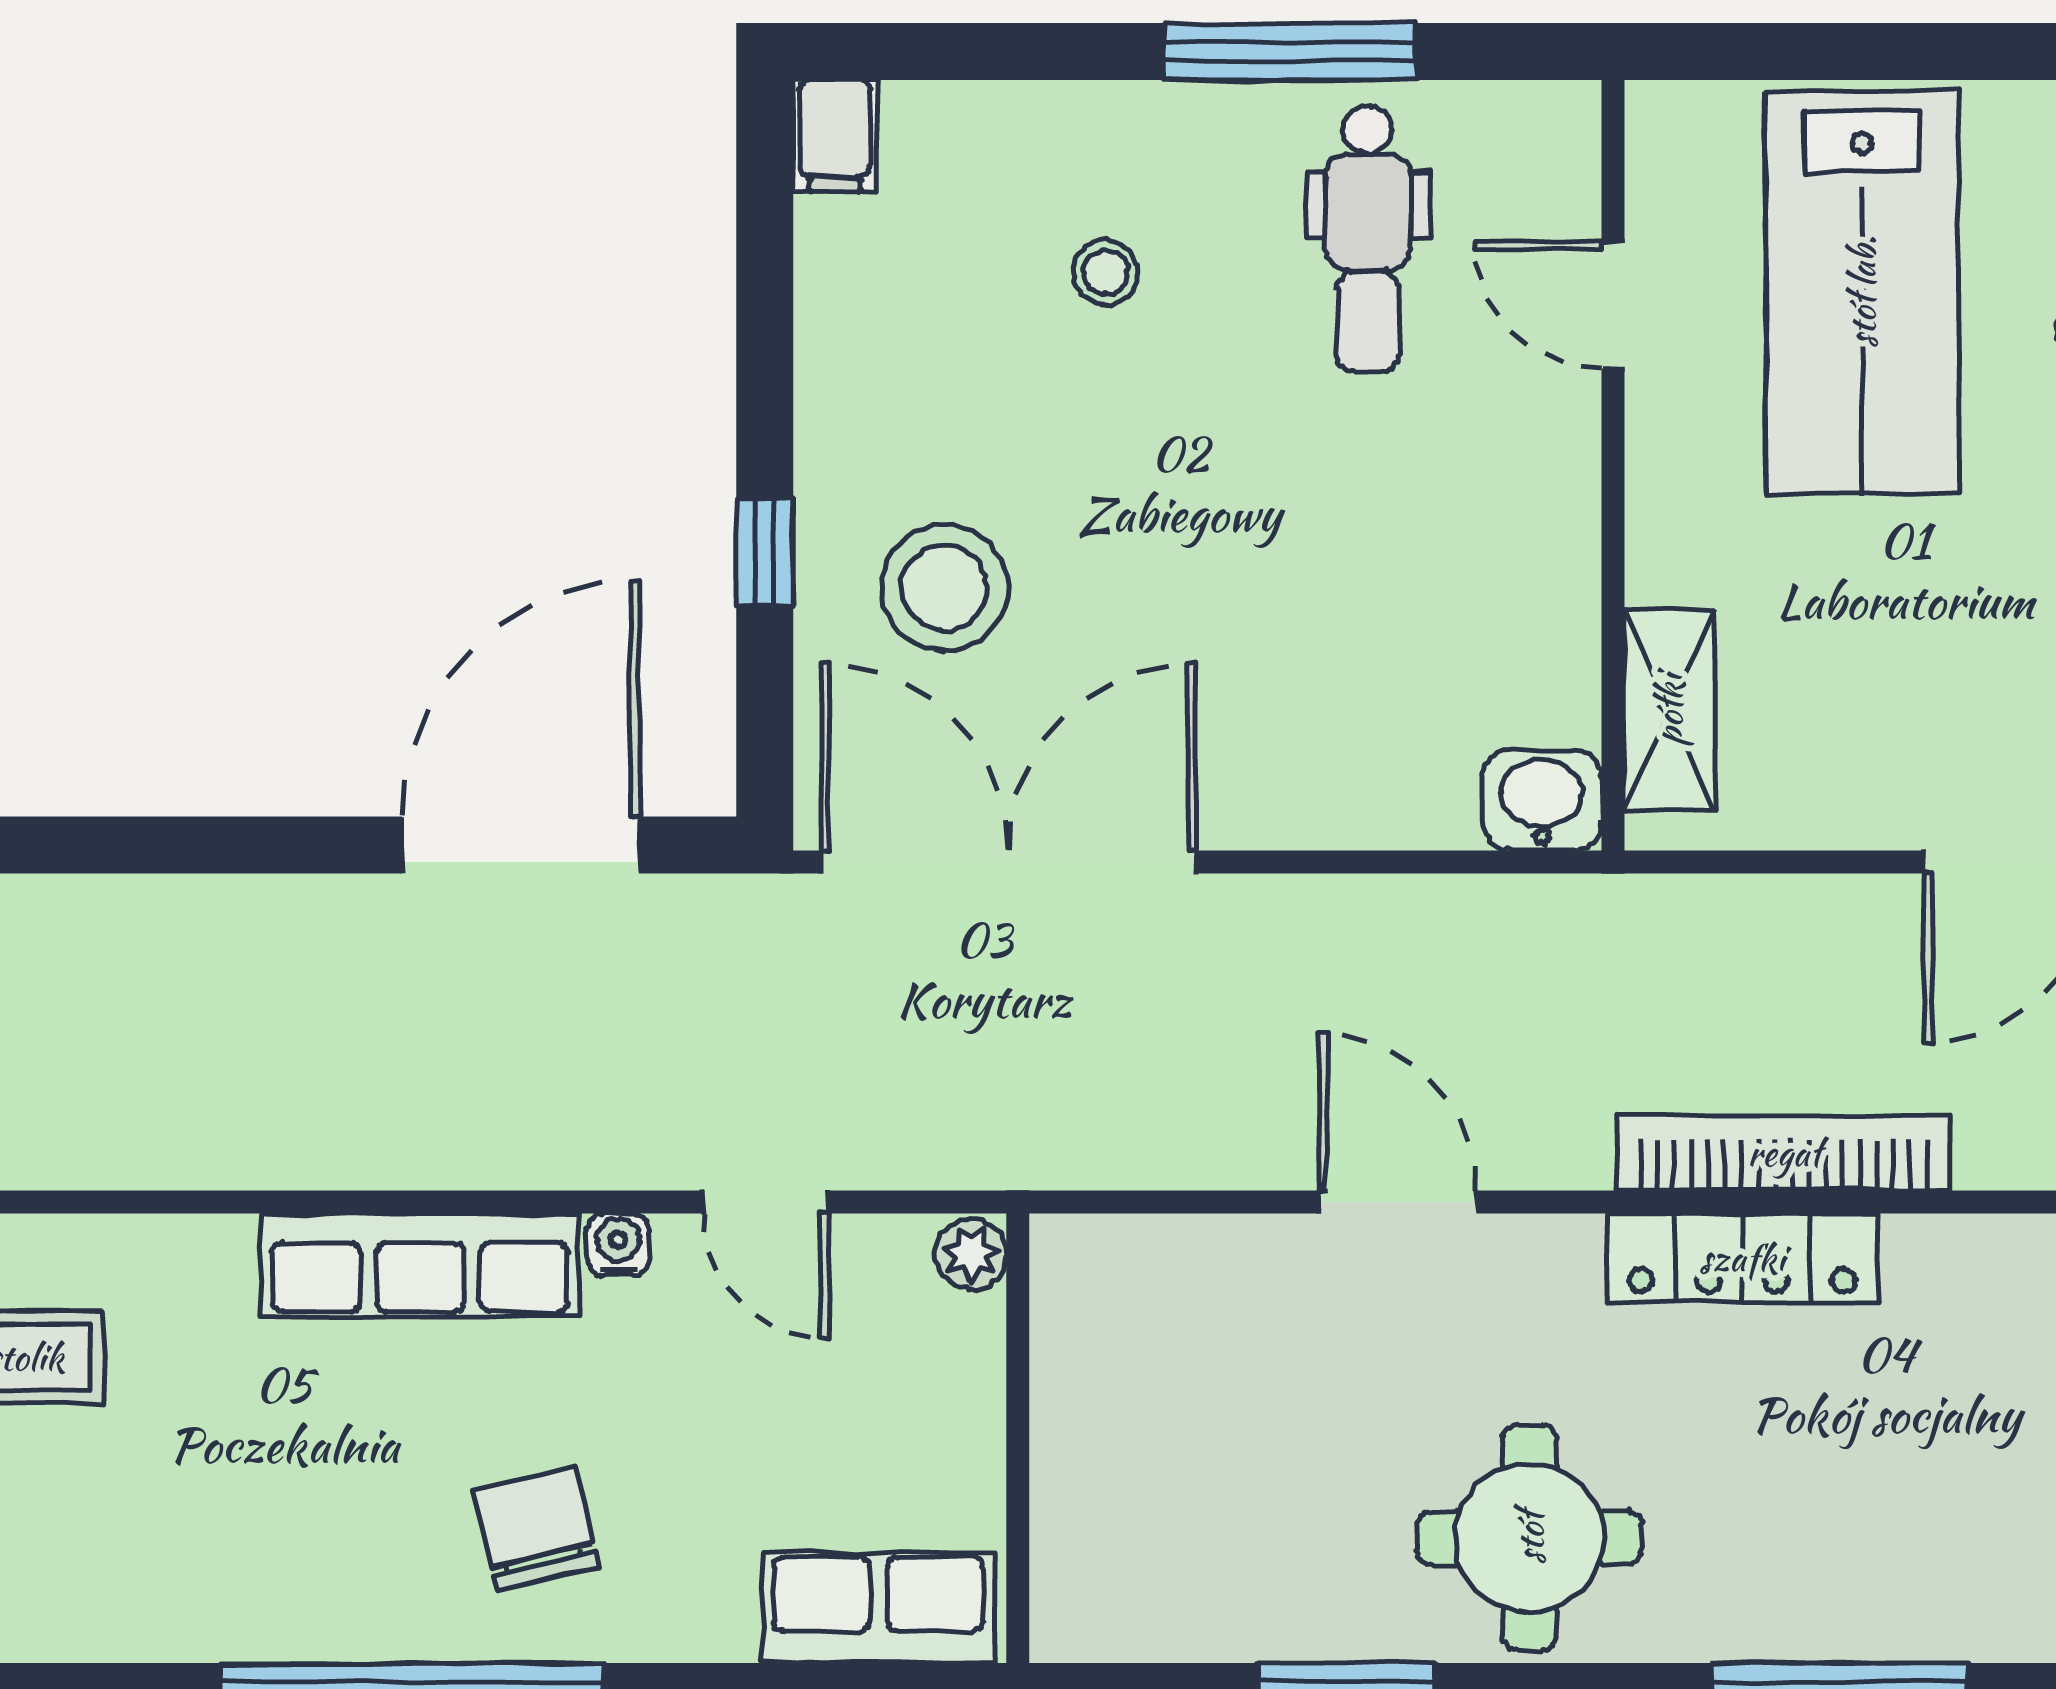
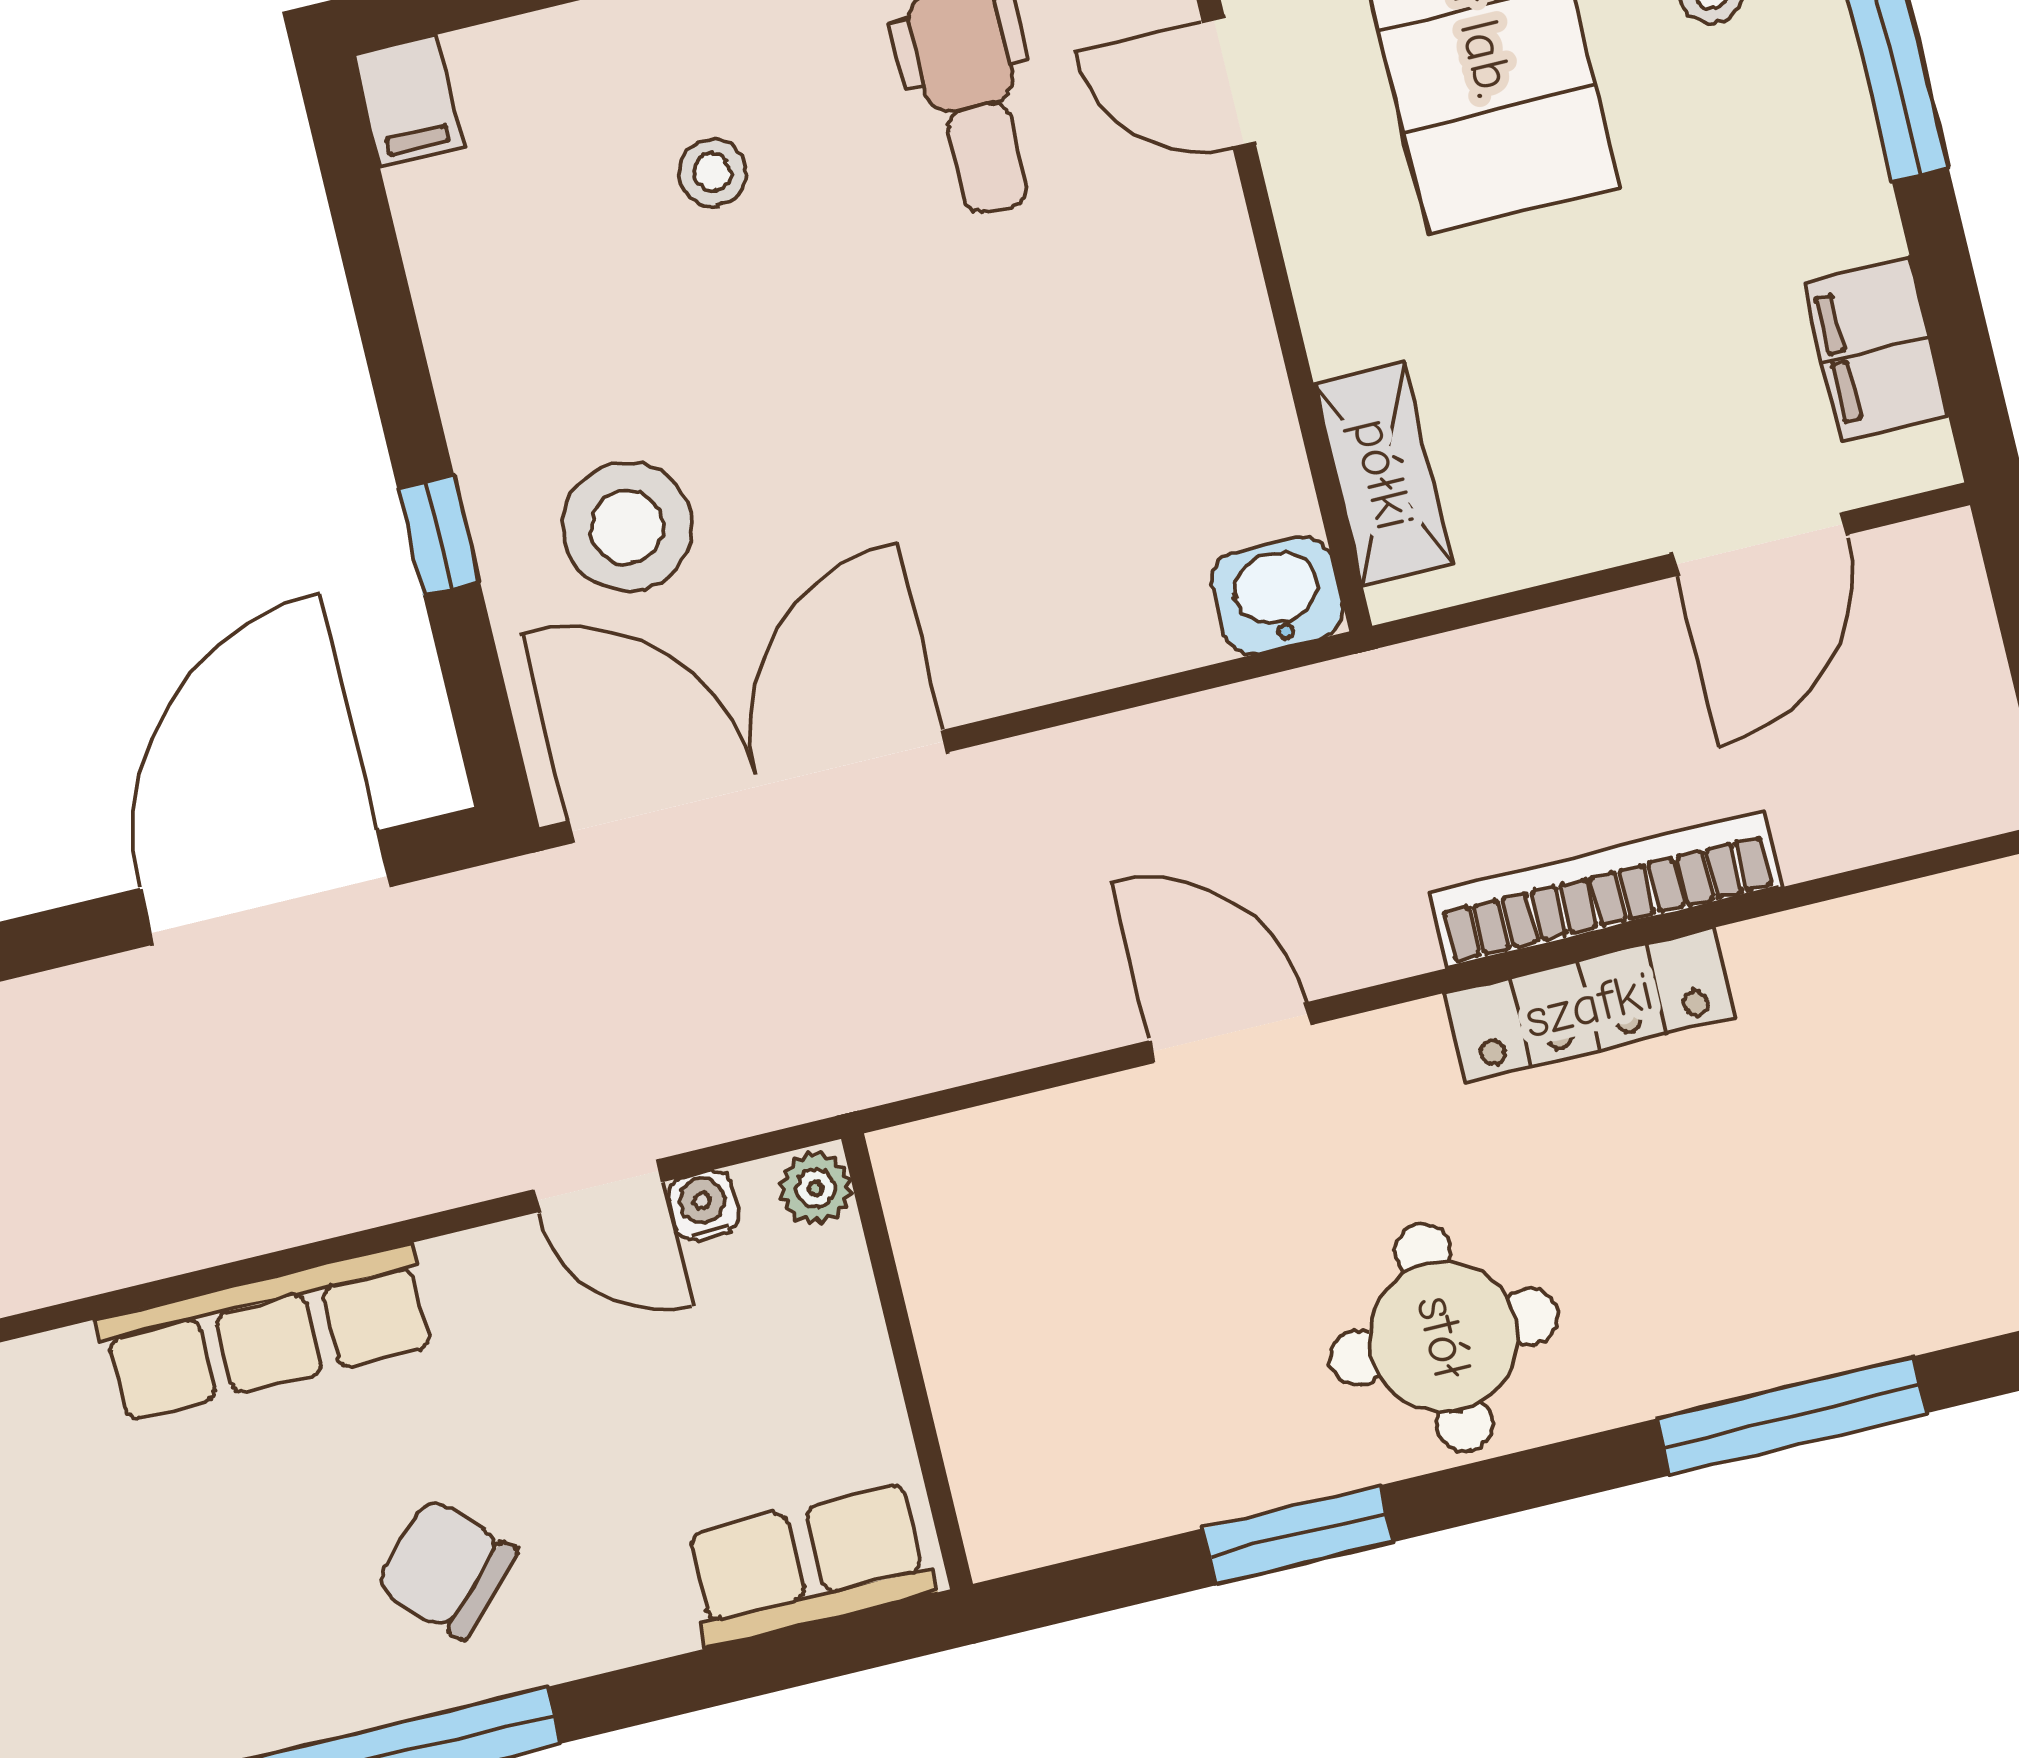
water cooler: (618, 1245) -> (703, 1206), moved
chair: (536, 1529) -> (446, 1569), turned -32

